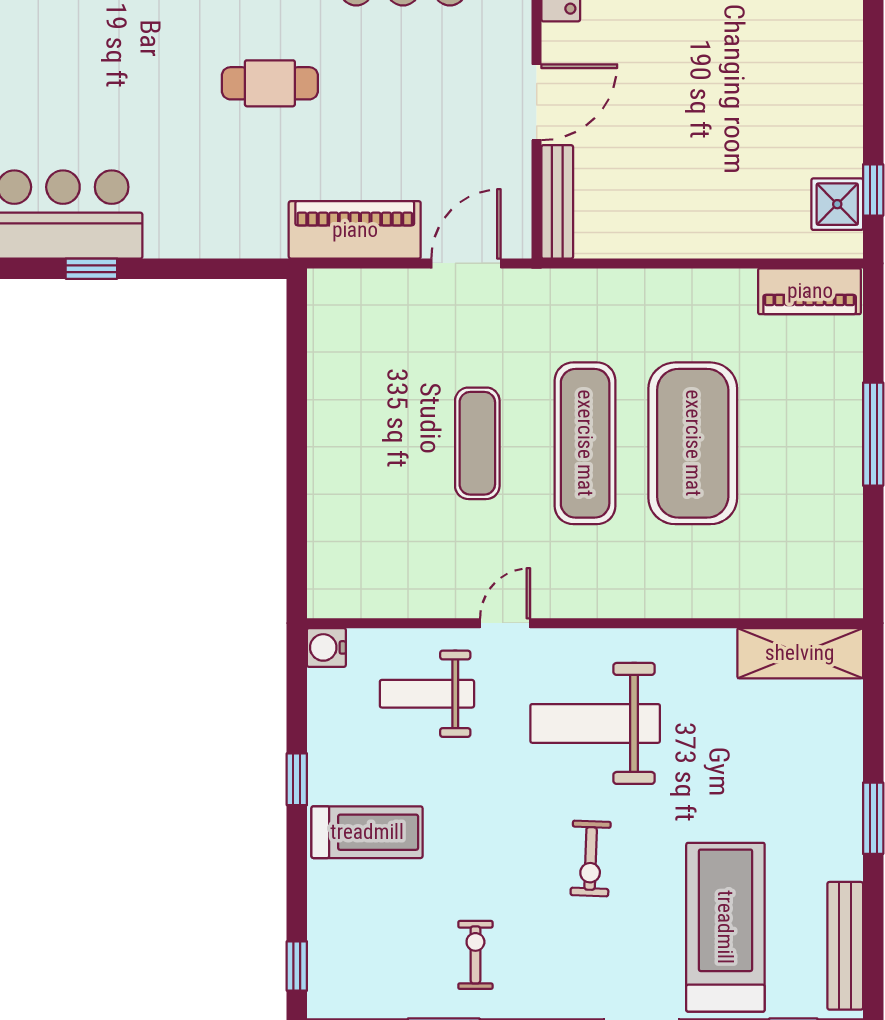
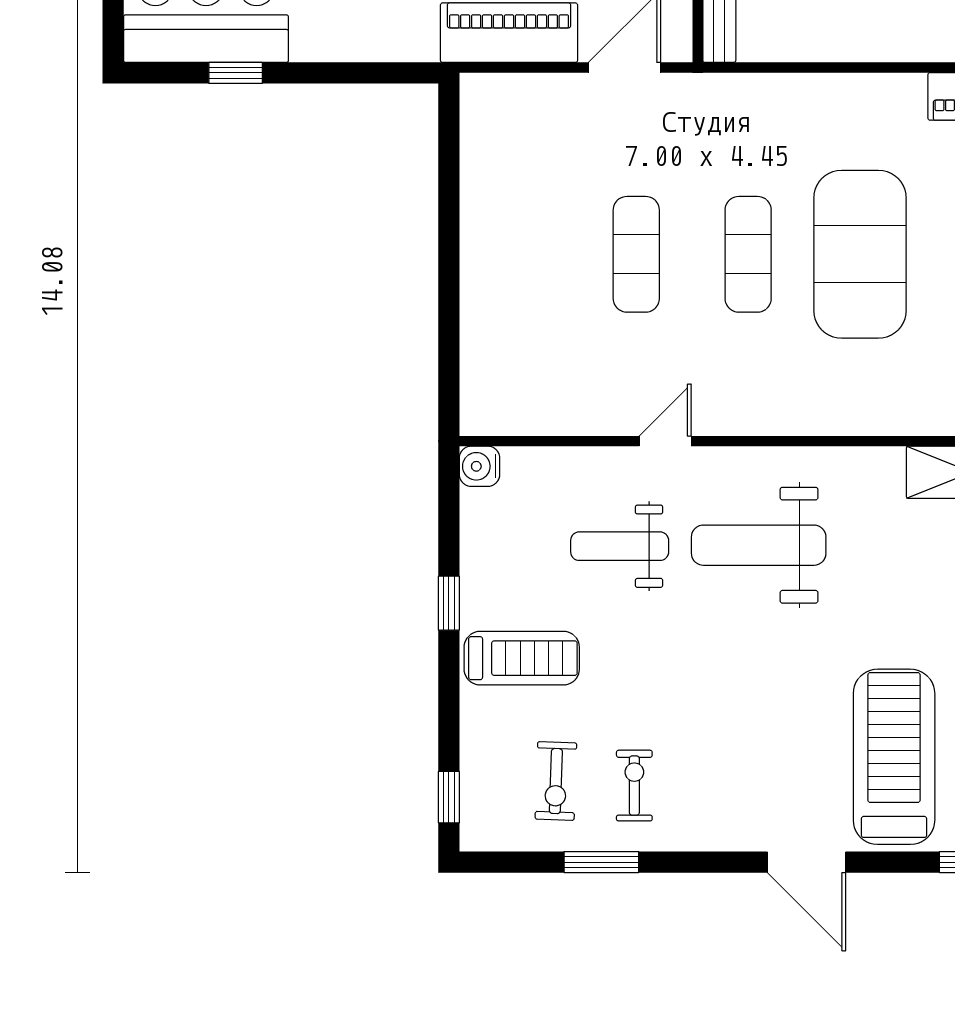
exercise mat: (585, 443) -> (748, 254), width x0.73, depth x0.69
weight bench: (427, 694) -> (620, 546), moved
exercise bike: (591, 858) -> (556, 781), moved

